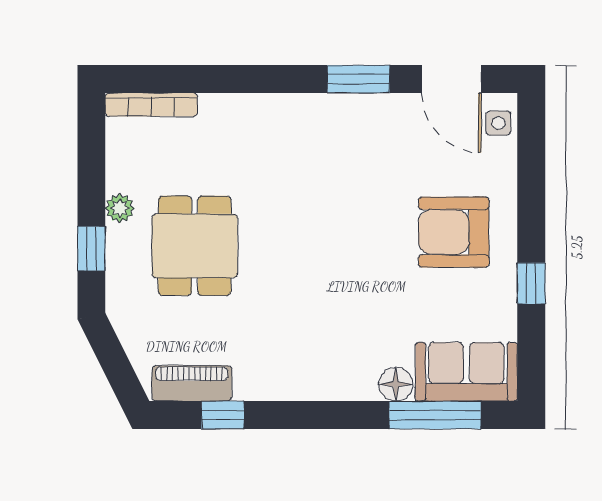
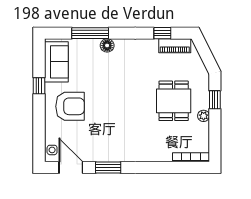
sofa: (466, 372) -> (56, 62), moved, turned -90
floor lamp: (396, 384) -> (107, 45), moved
window: (435, 415) -> (90, 33), moved

